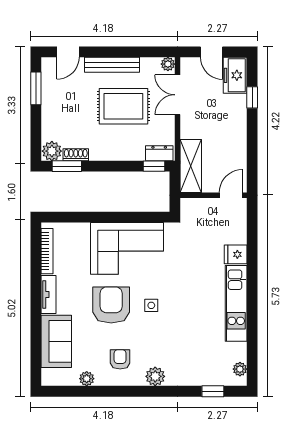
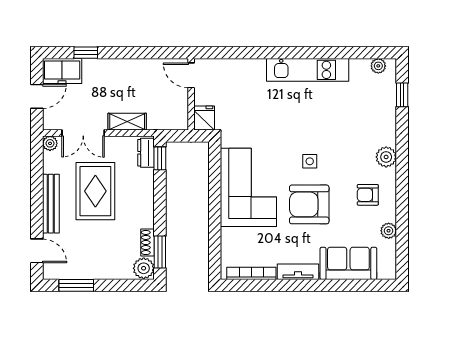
shelving: (191, 166) -> (127, 122), moved, width x0.67, depth x0.75
fridge: (236, 254) -> (204, 118), moved, turned 180

